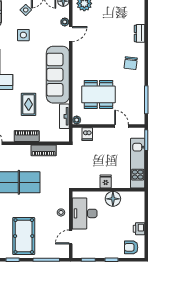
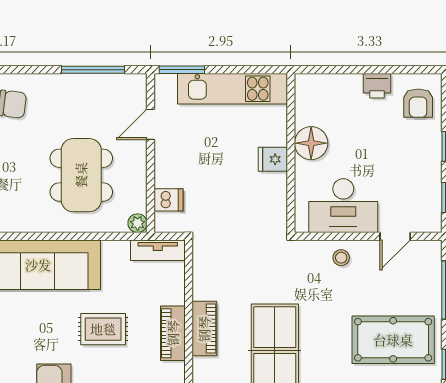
tv unit: (64, 116) -> (158, 250), moved
piano: (44, 150) -> (204, 329), moved
door: (71, 237) -> (395, 236), hinge flipped

